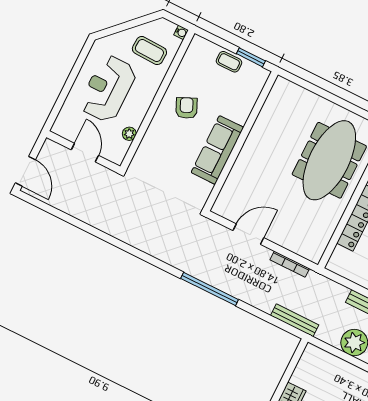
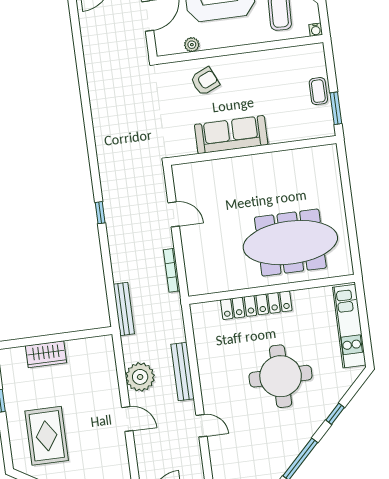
armchair: (186, 108) -> (205, 81), moved
door: (248, 234) -> (174, 214), width x0.73
window: (210, 289) -> (100, 213), width x0.32

